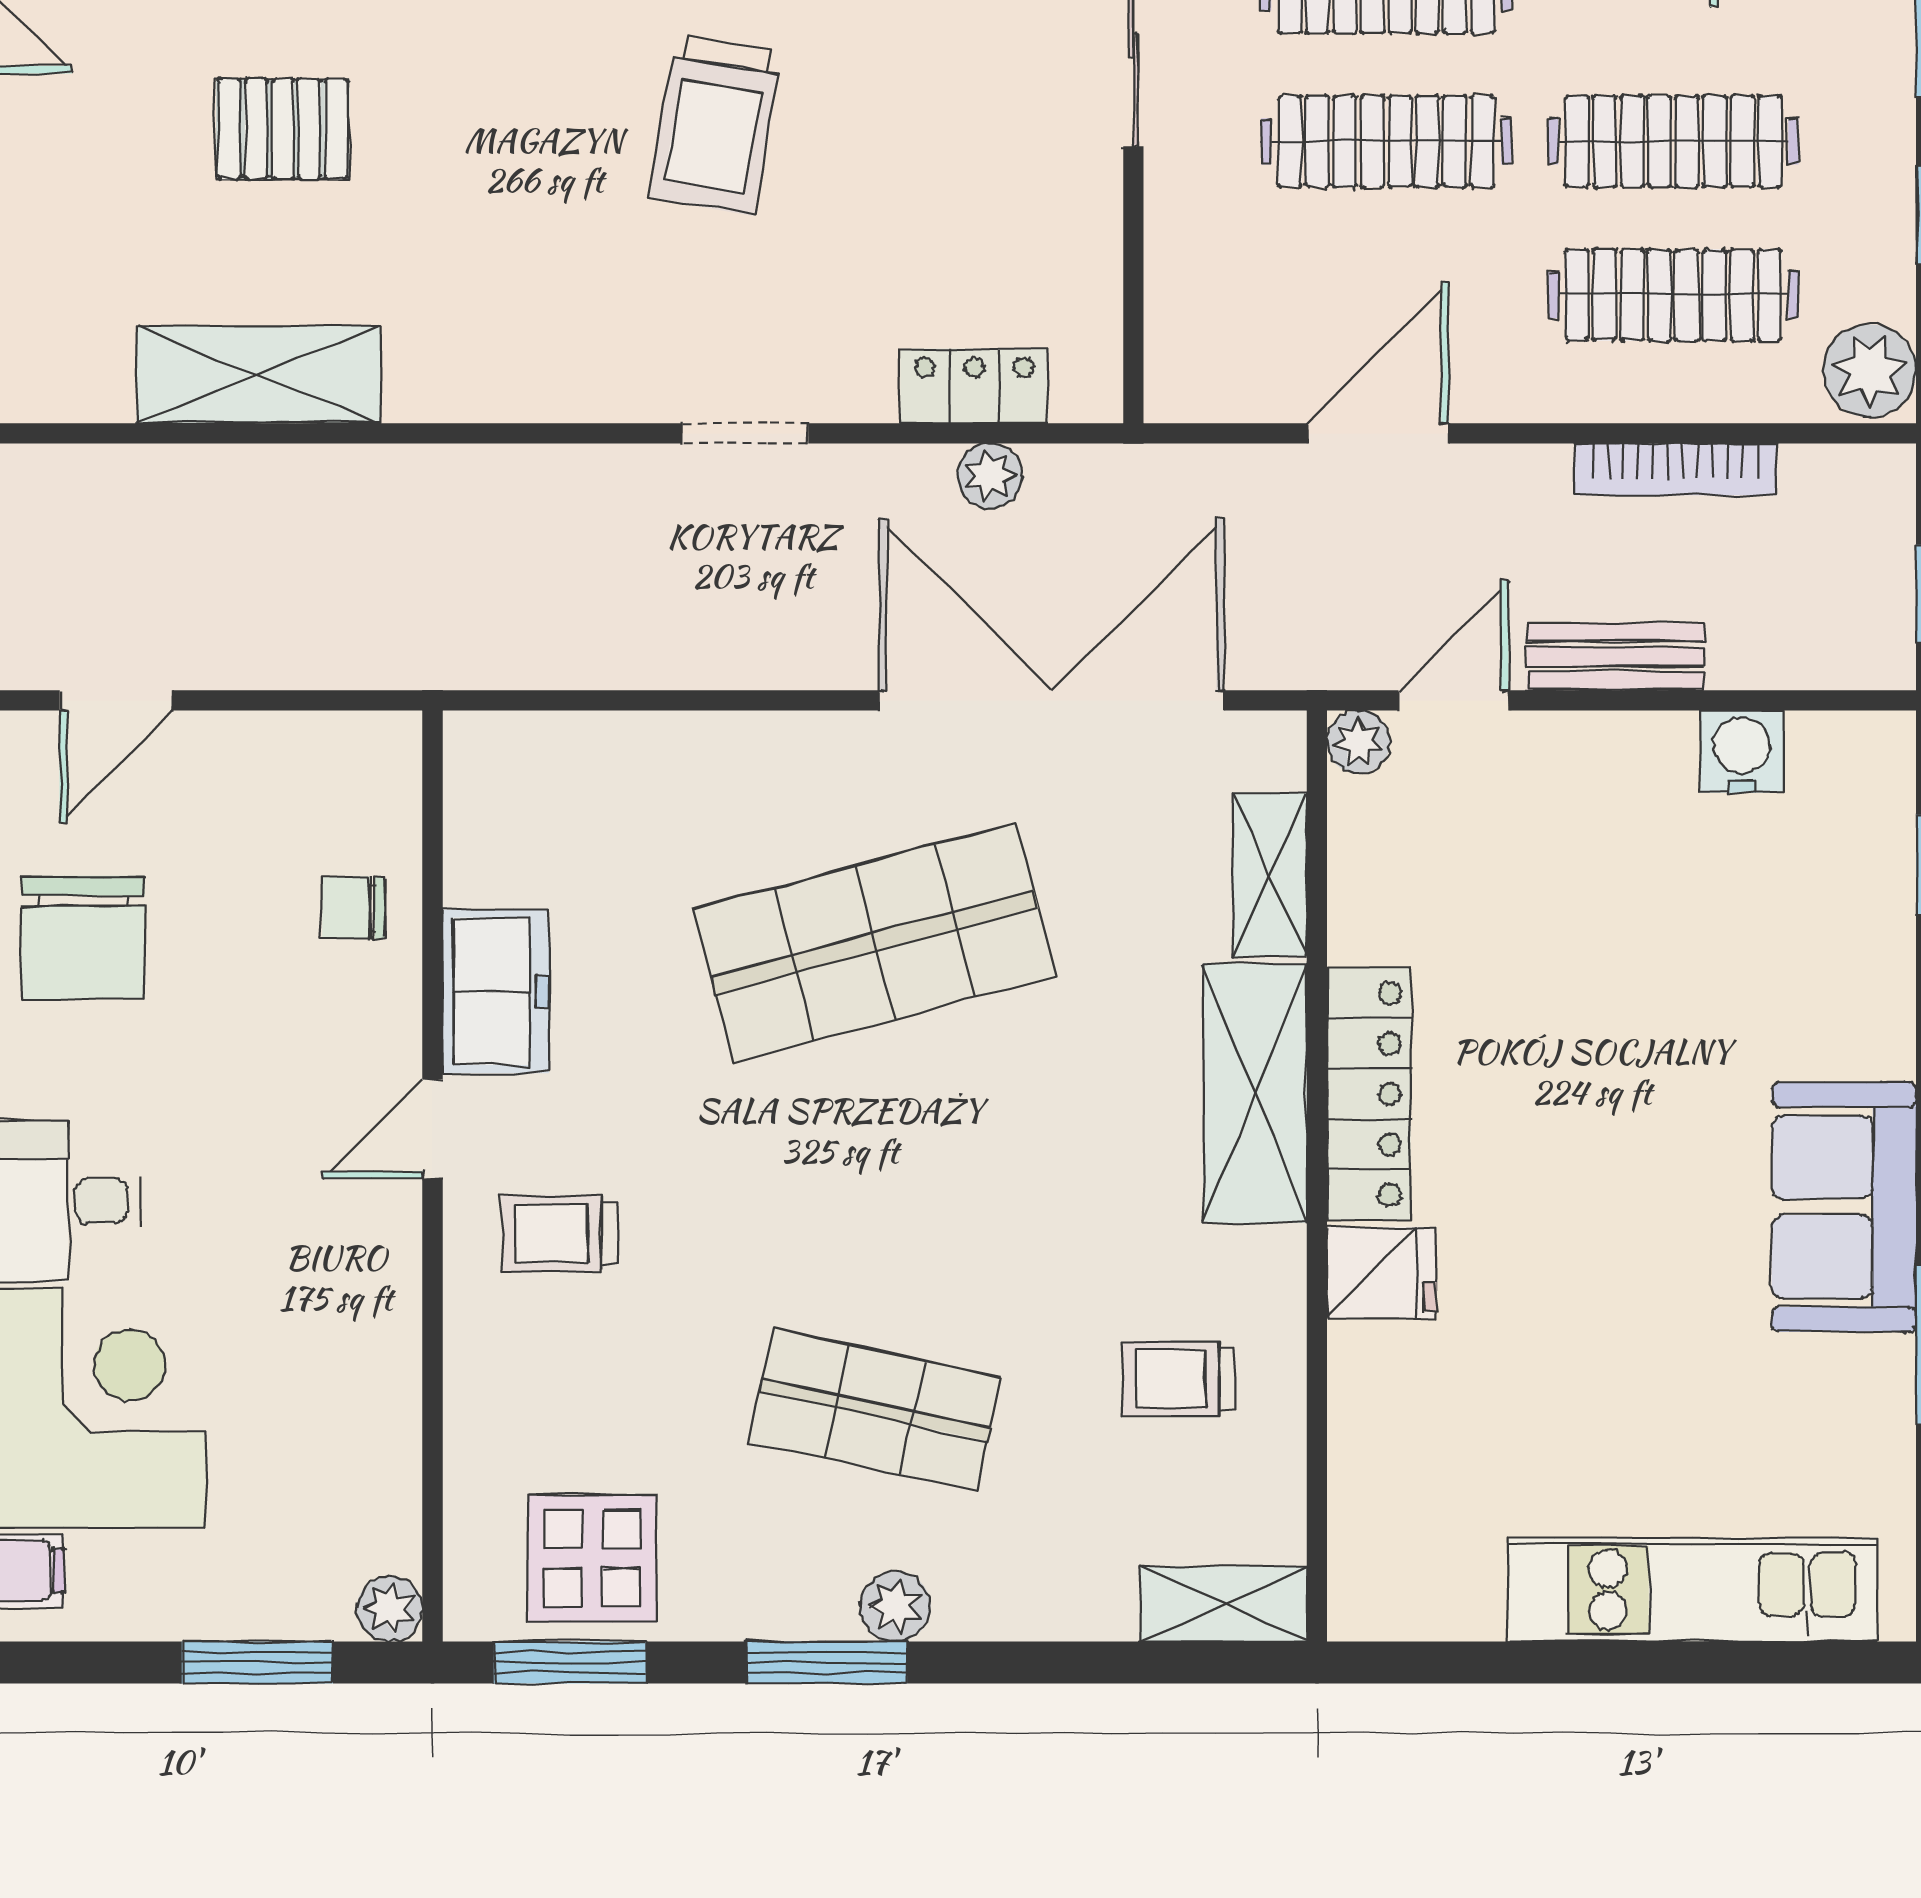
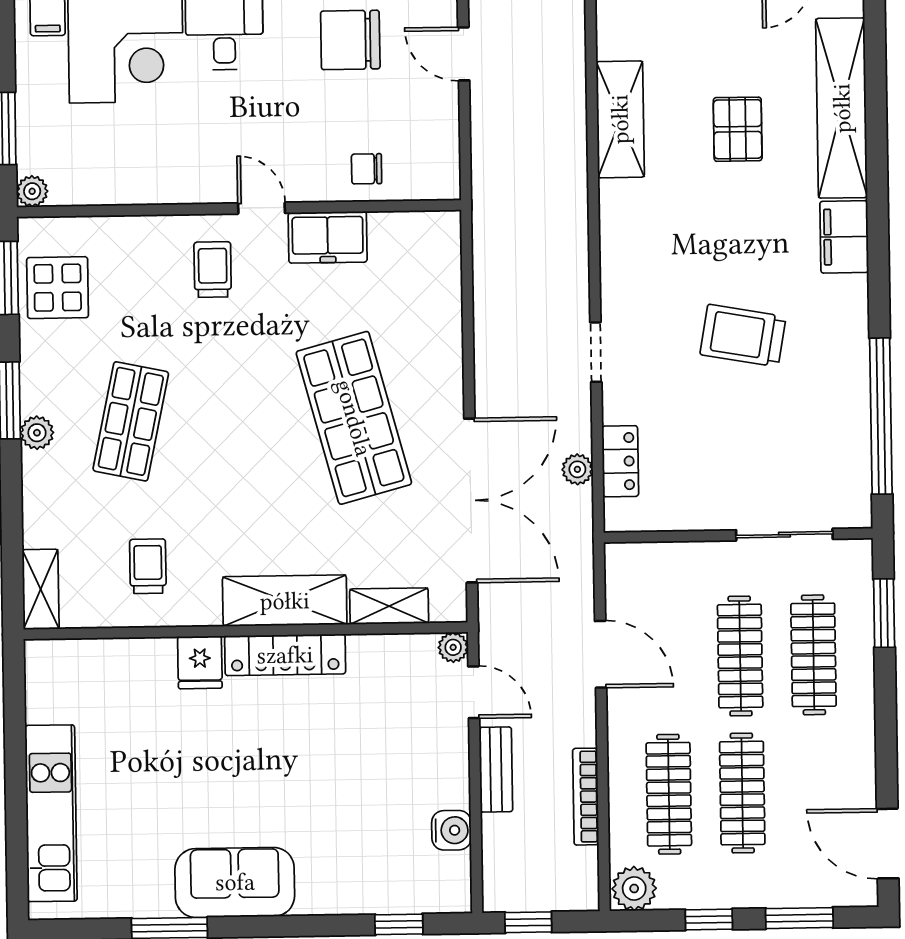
chair: (354, 908) -> (367, 169), turned -90

